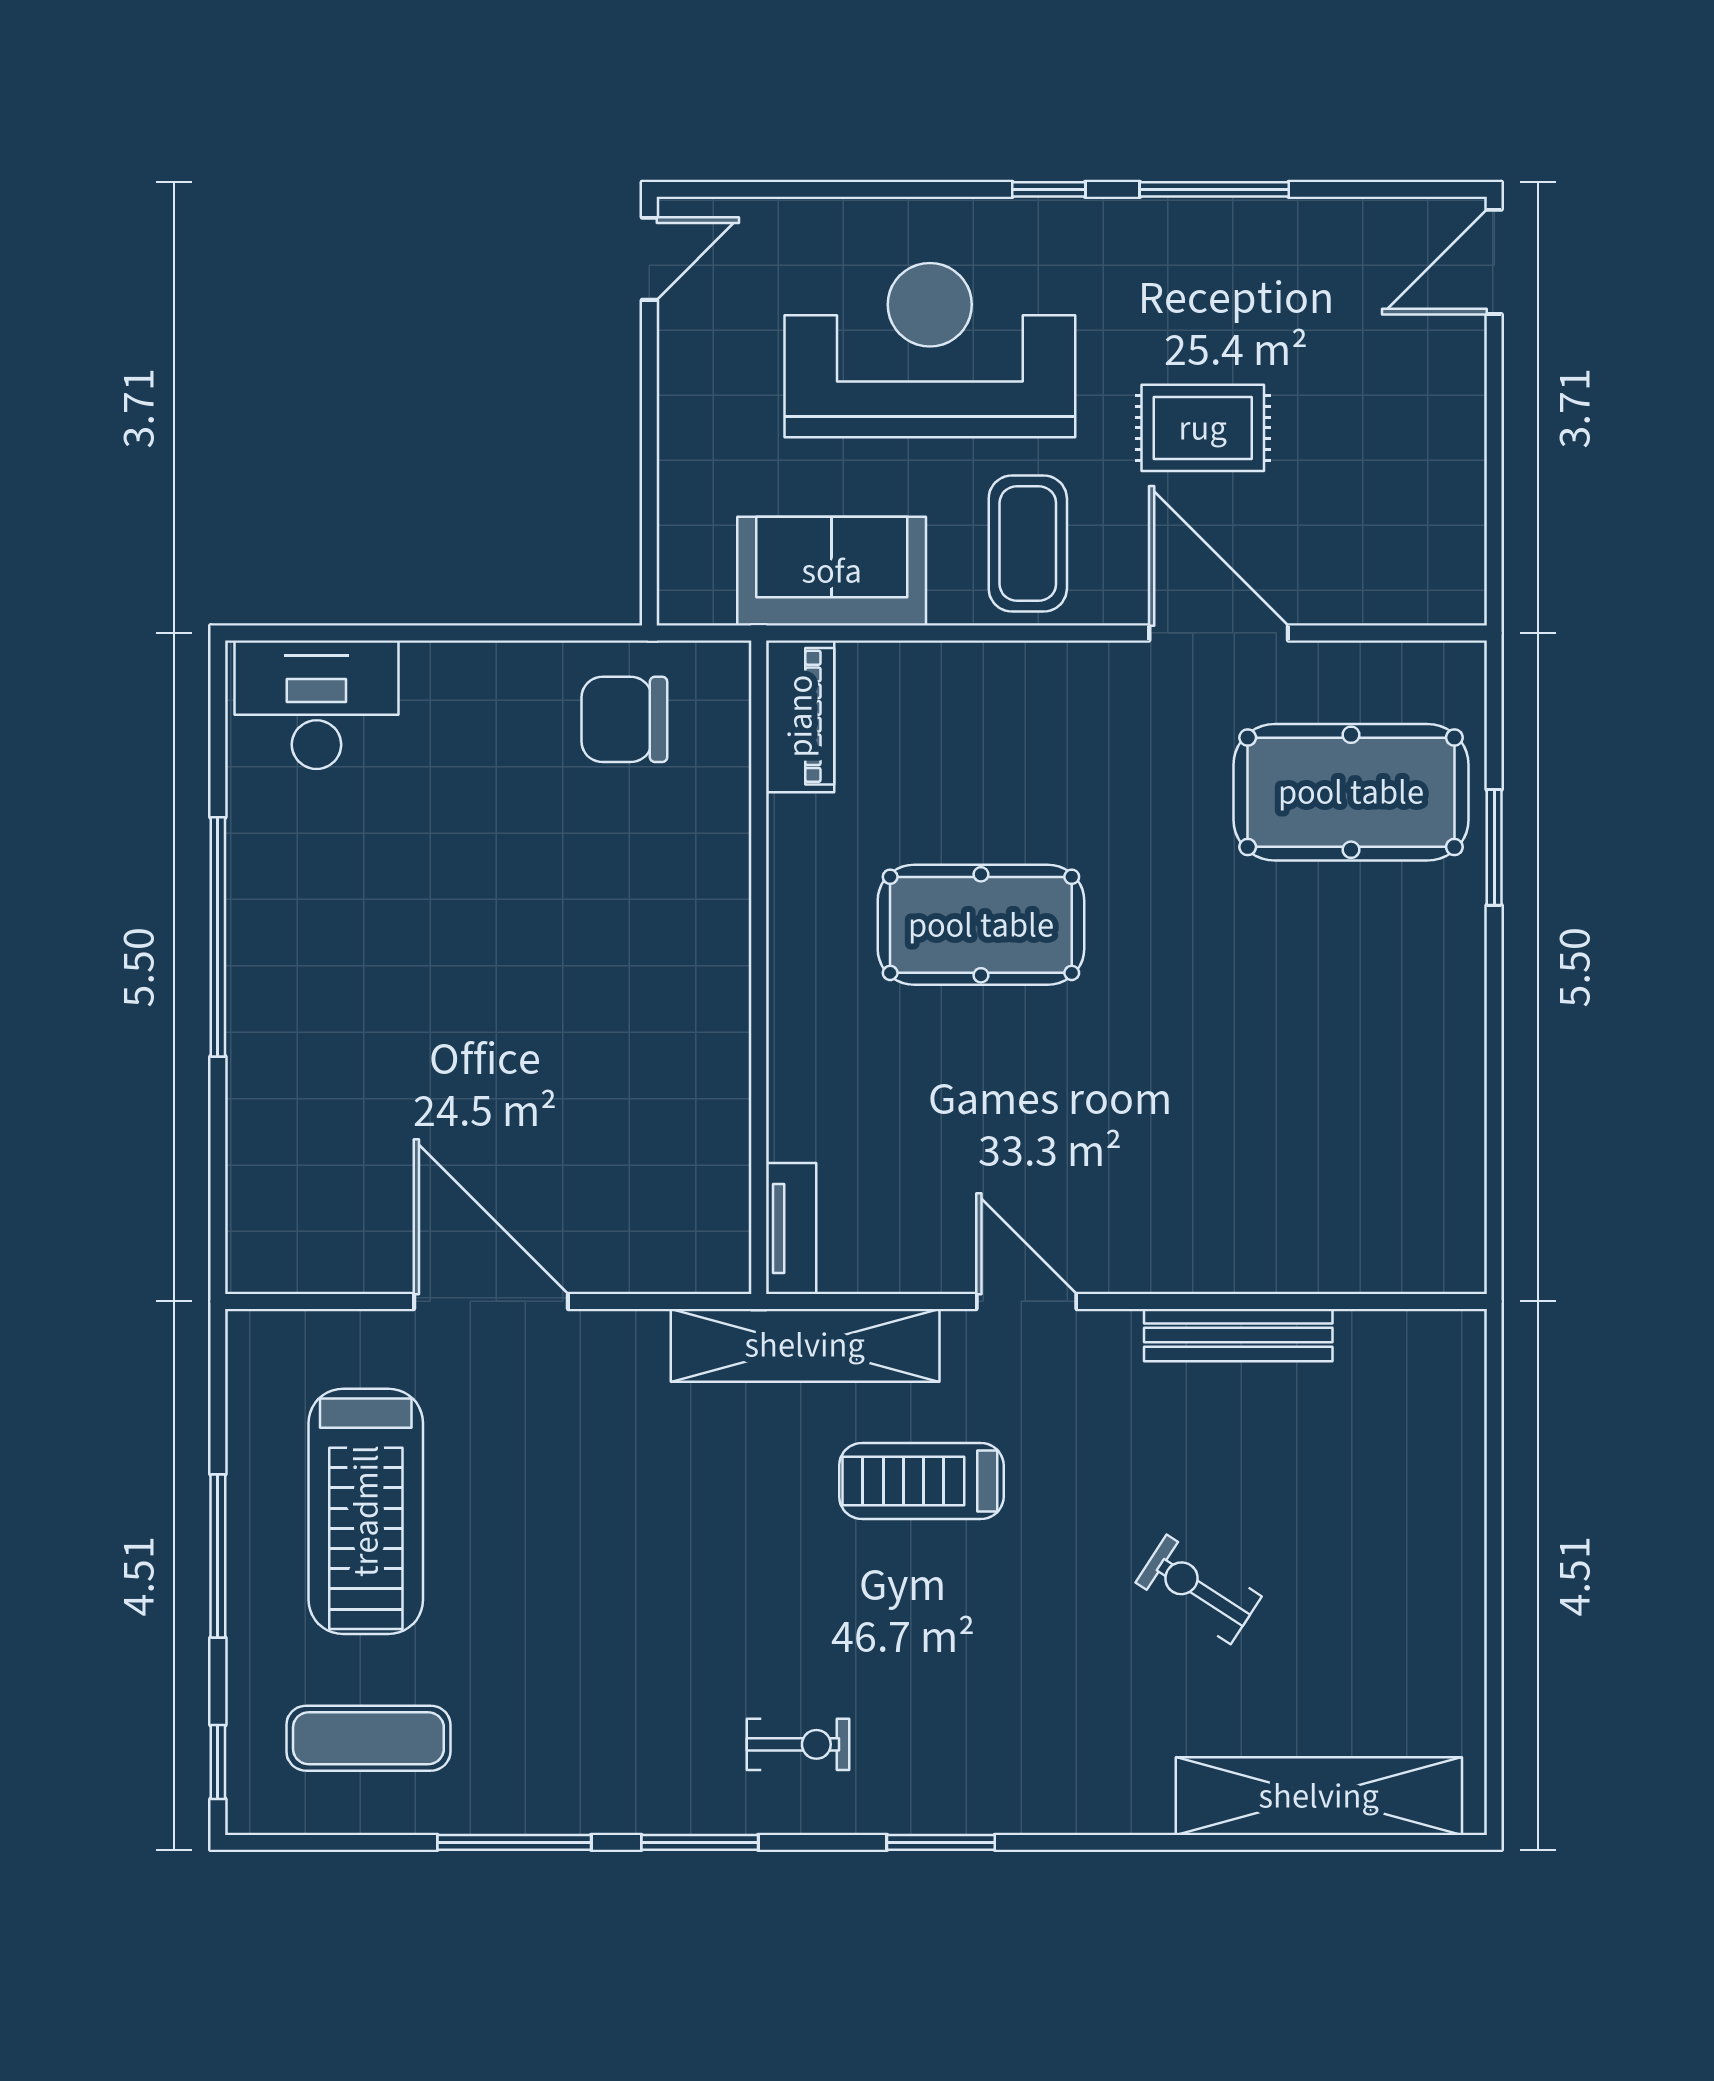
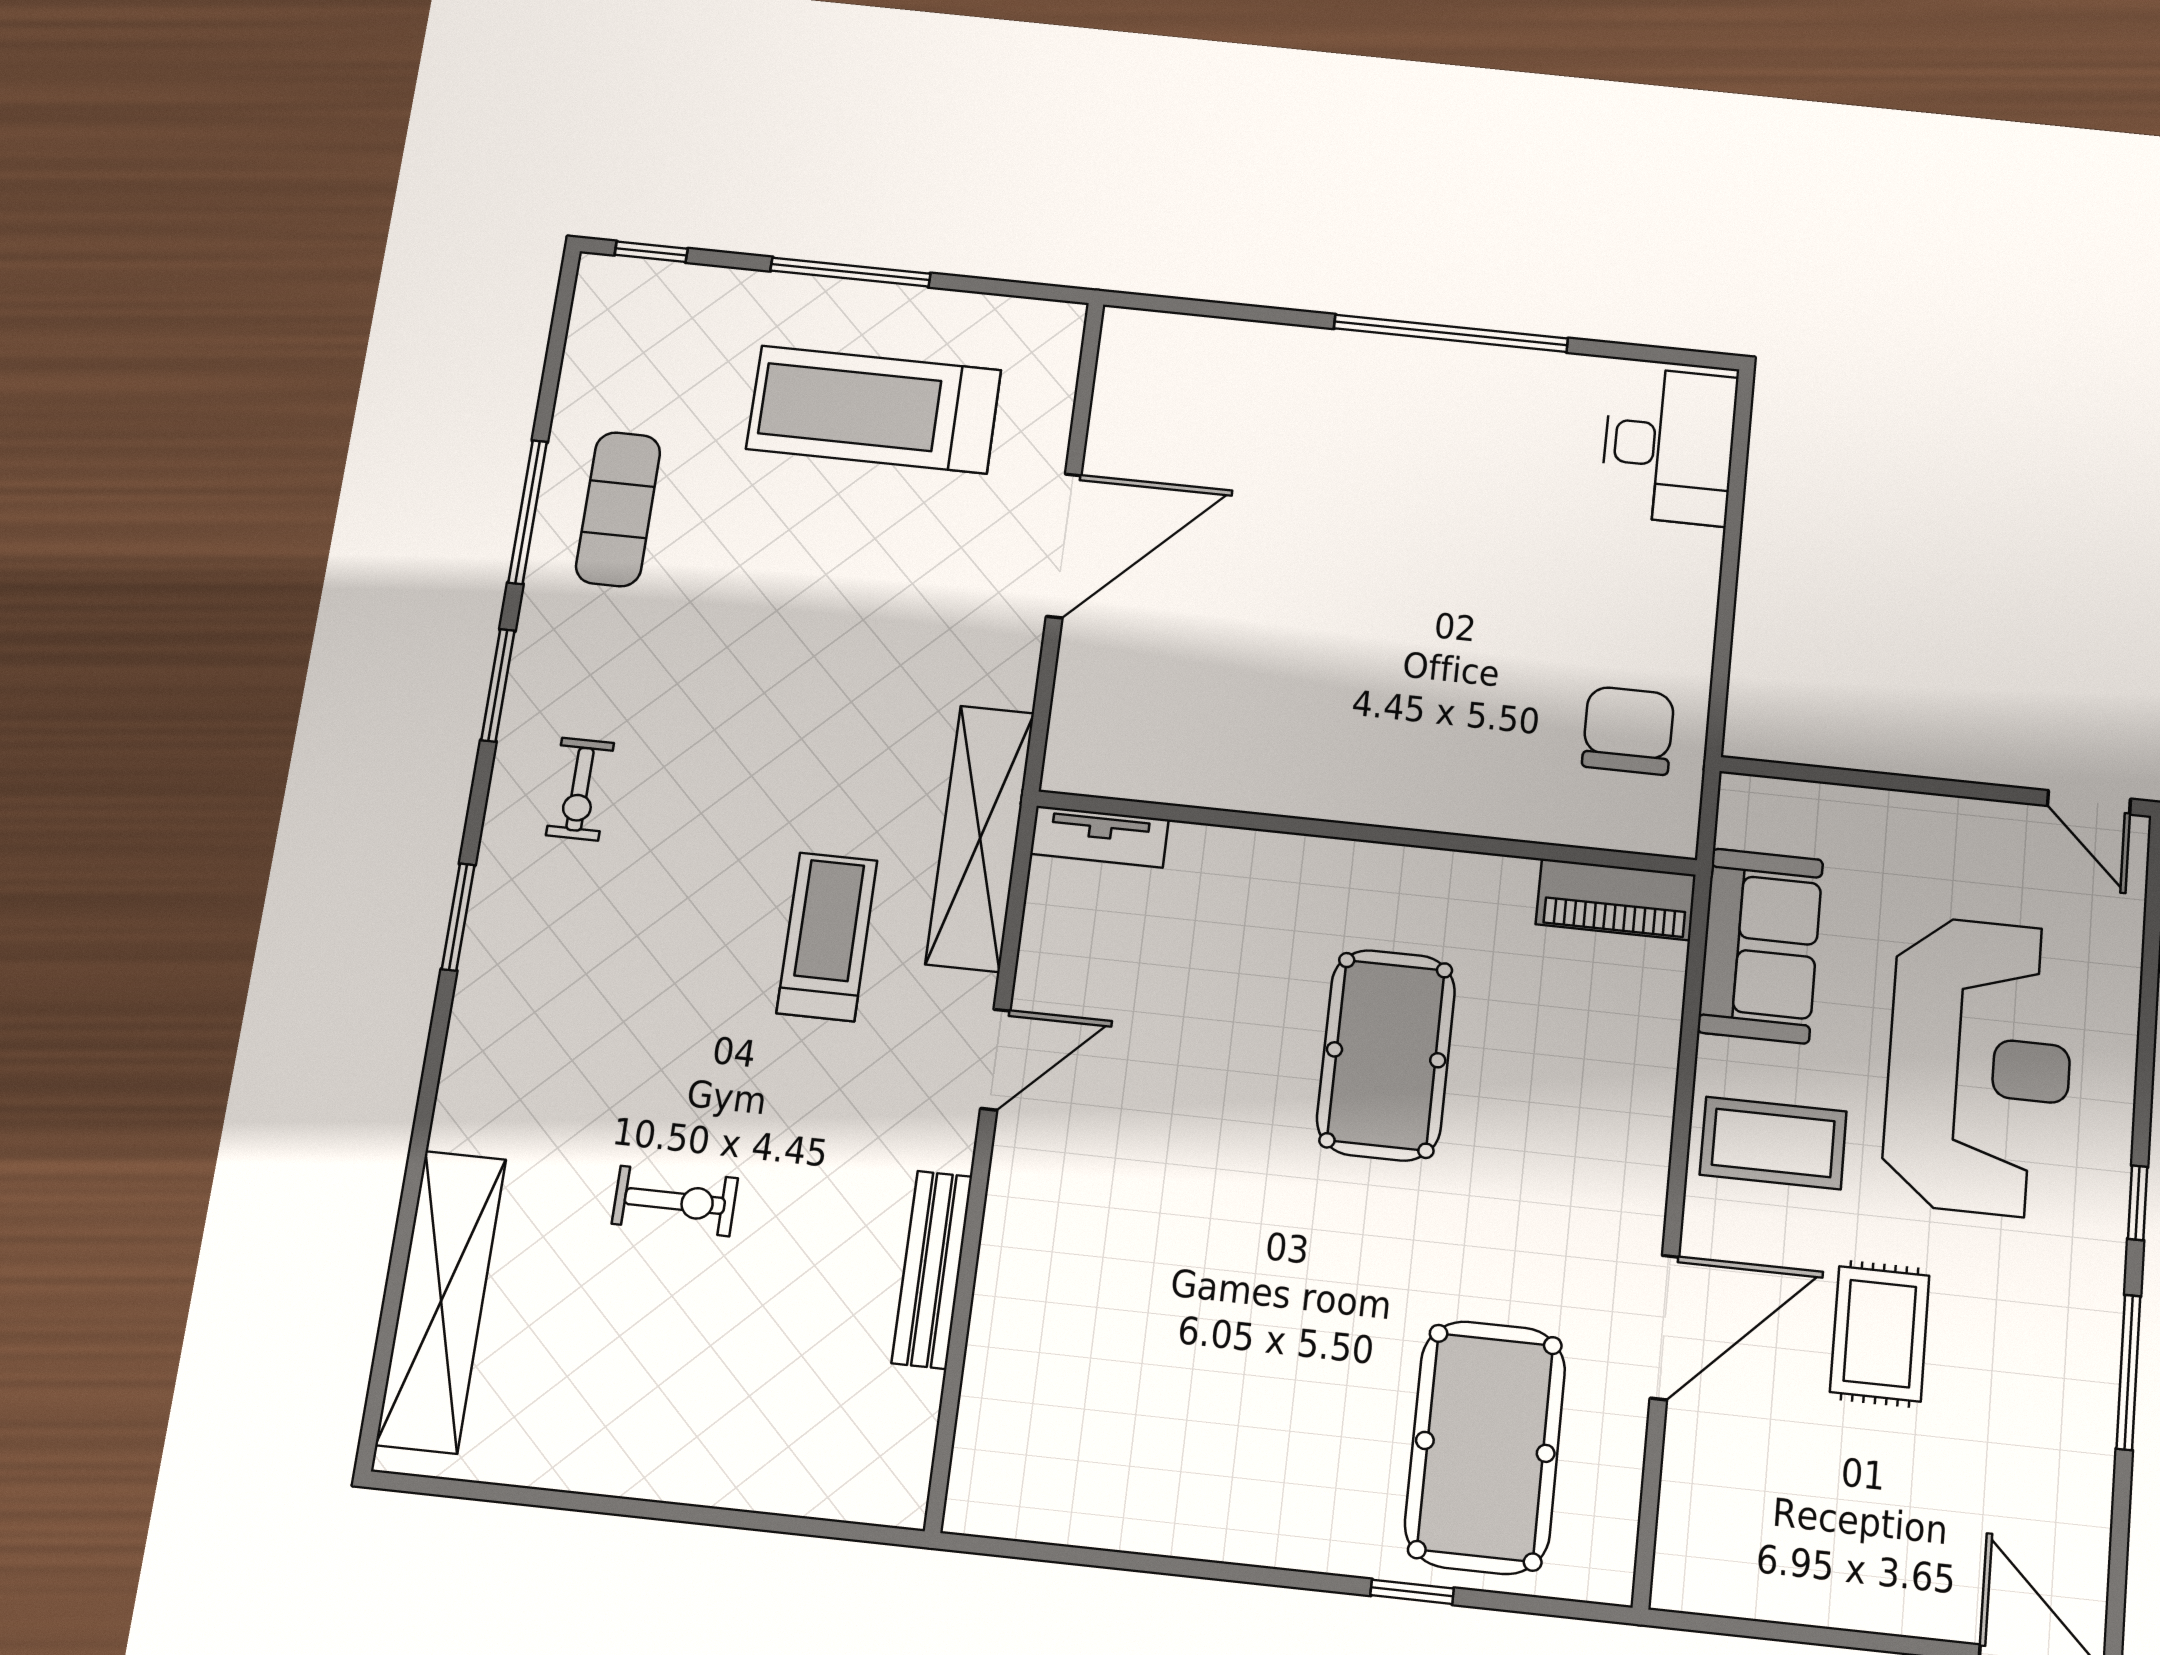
window: (1494, 847) -> (1412, 1592), width x0.67
exercise bike: (1199, 1589) -> (675, 1201), turned 57
exercise mat: (368, 1738) -> (618, 509), moved

